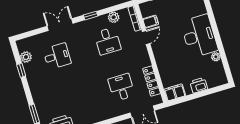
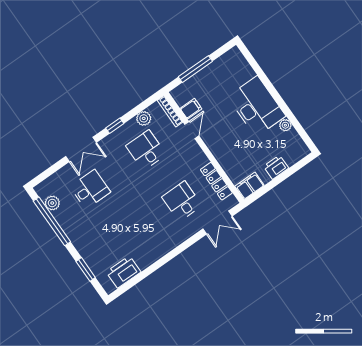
double door: (60, 25) -> (81, 149), swing flipped
desk: (108, 41) -> (146, 150), turned 180
window: (21, 70) -> (52, 221), width x3.17

